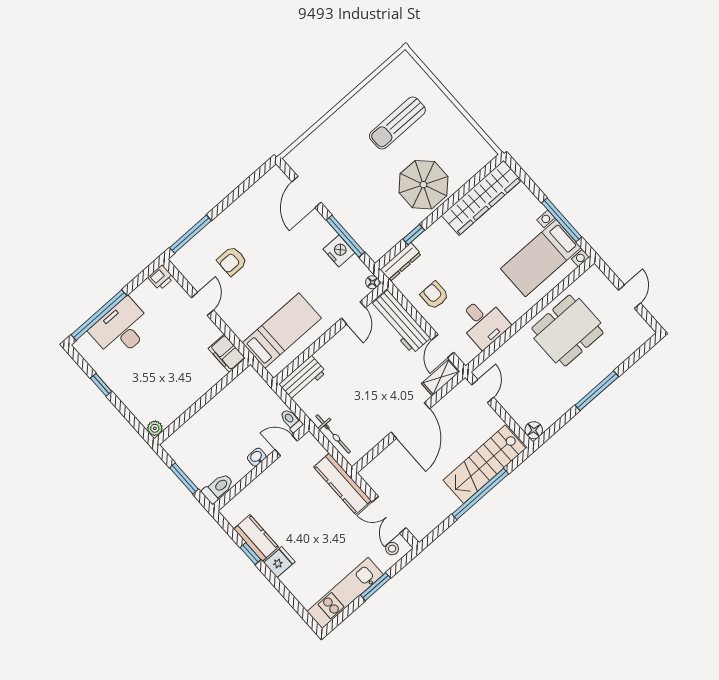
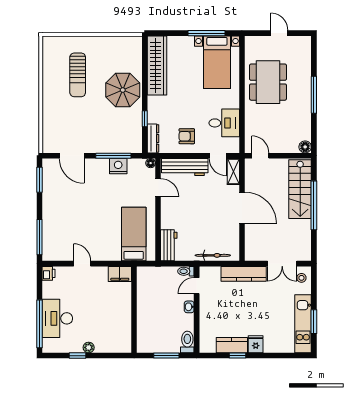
window: (251, 181) -> (39, 180), added
armchair: (232, 261) -> (73, 228), removed
plant: (155, 428) -> (89, 347), moved
window: (376, 587) -> (314, 322), moved

